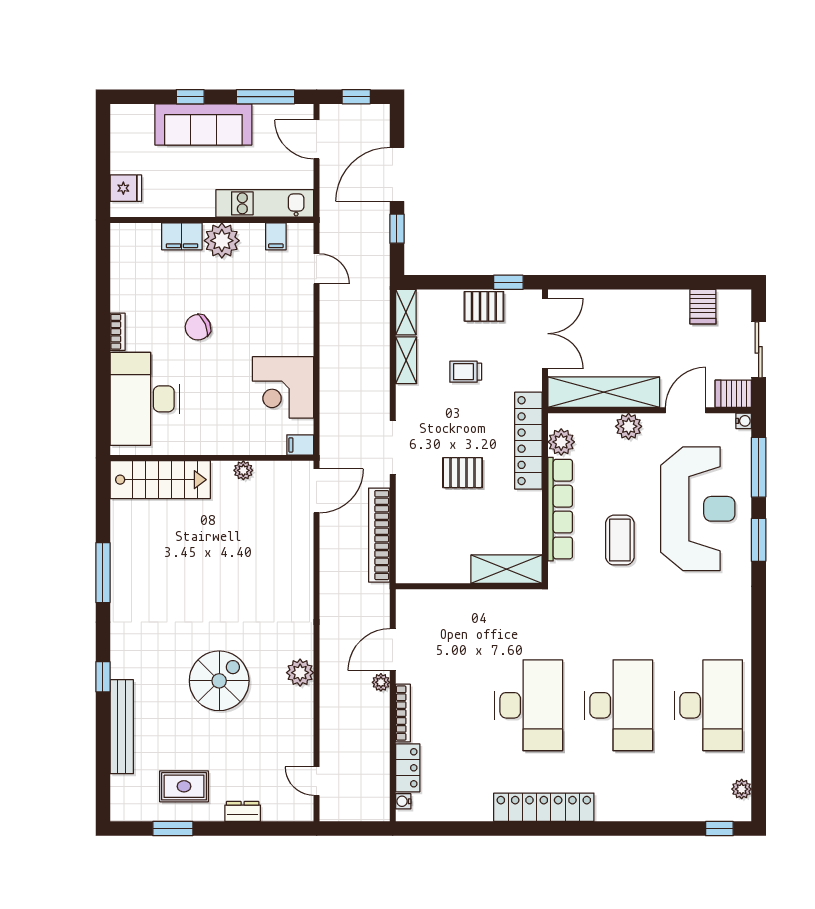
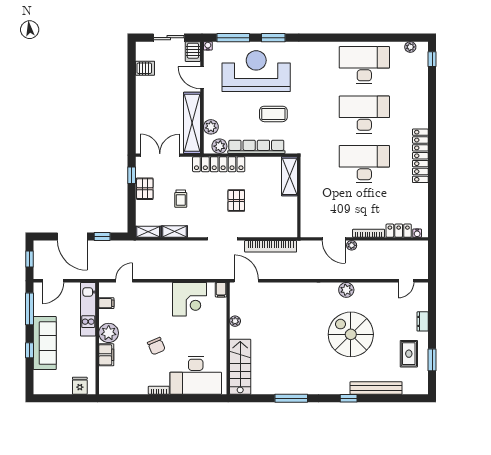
plant: (629, 426) -> (211, 127), moved
spiral stairs: (219, 681) -> (351, 334), width x1.37, depth x1.37

